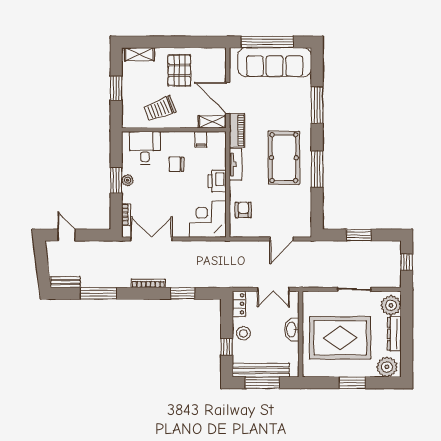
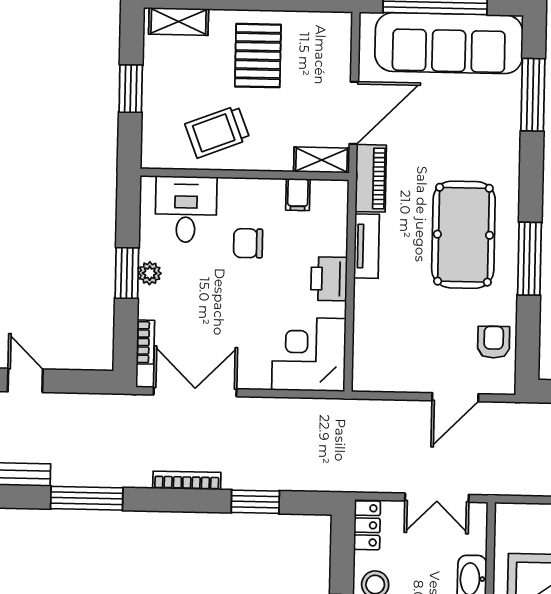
door: (228, 98) -> (354, 113), swing flipped
window: (317, 105) -> (533, 95), moved
armchair: (243, 210) -> (494, 342), moved

